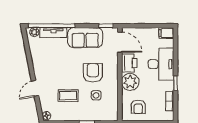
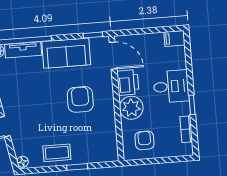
desk: (161, 64) -> (171, 86), width x0.73
side table: (96, 95) -> (87, 129), removed
coffee table: (68, 96) -> (57, 153), moved
armchair: (138, 107) -> (144, 140), turned 180

